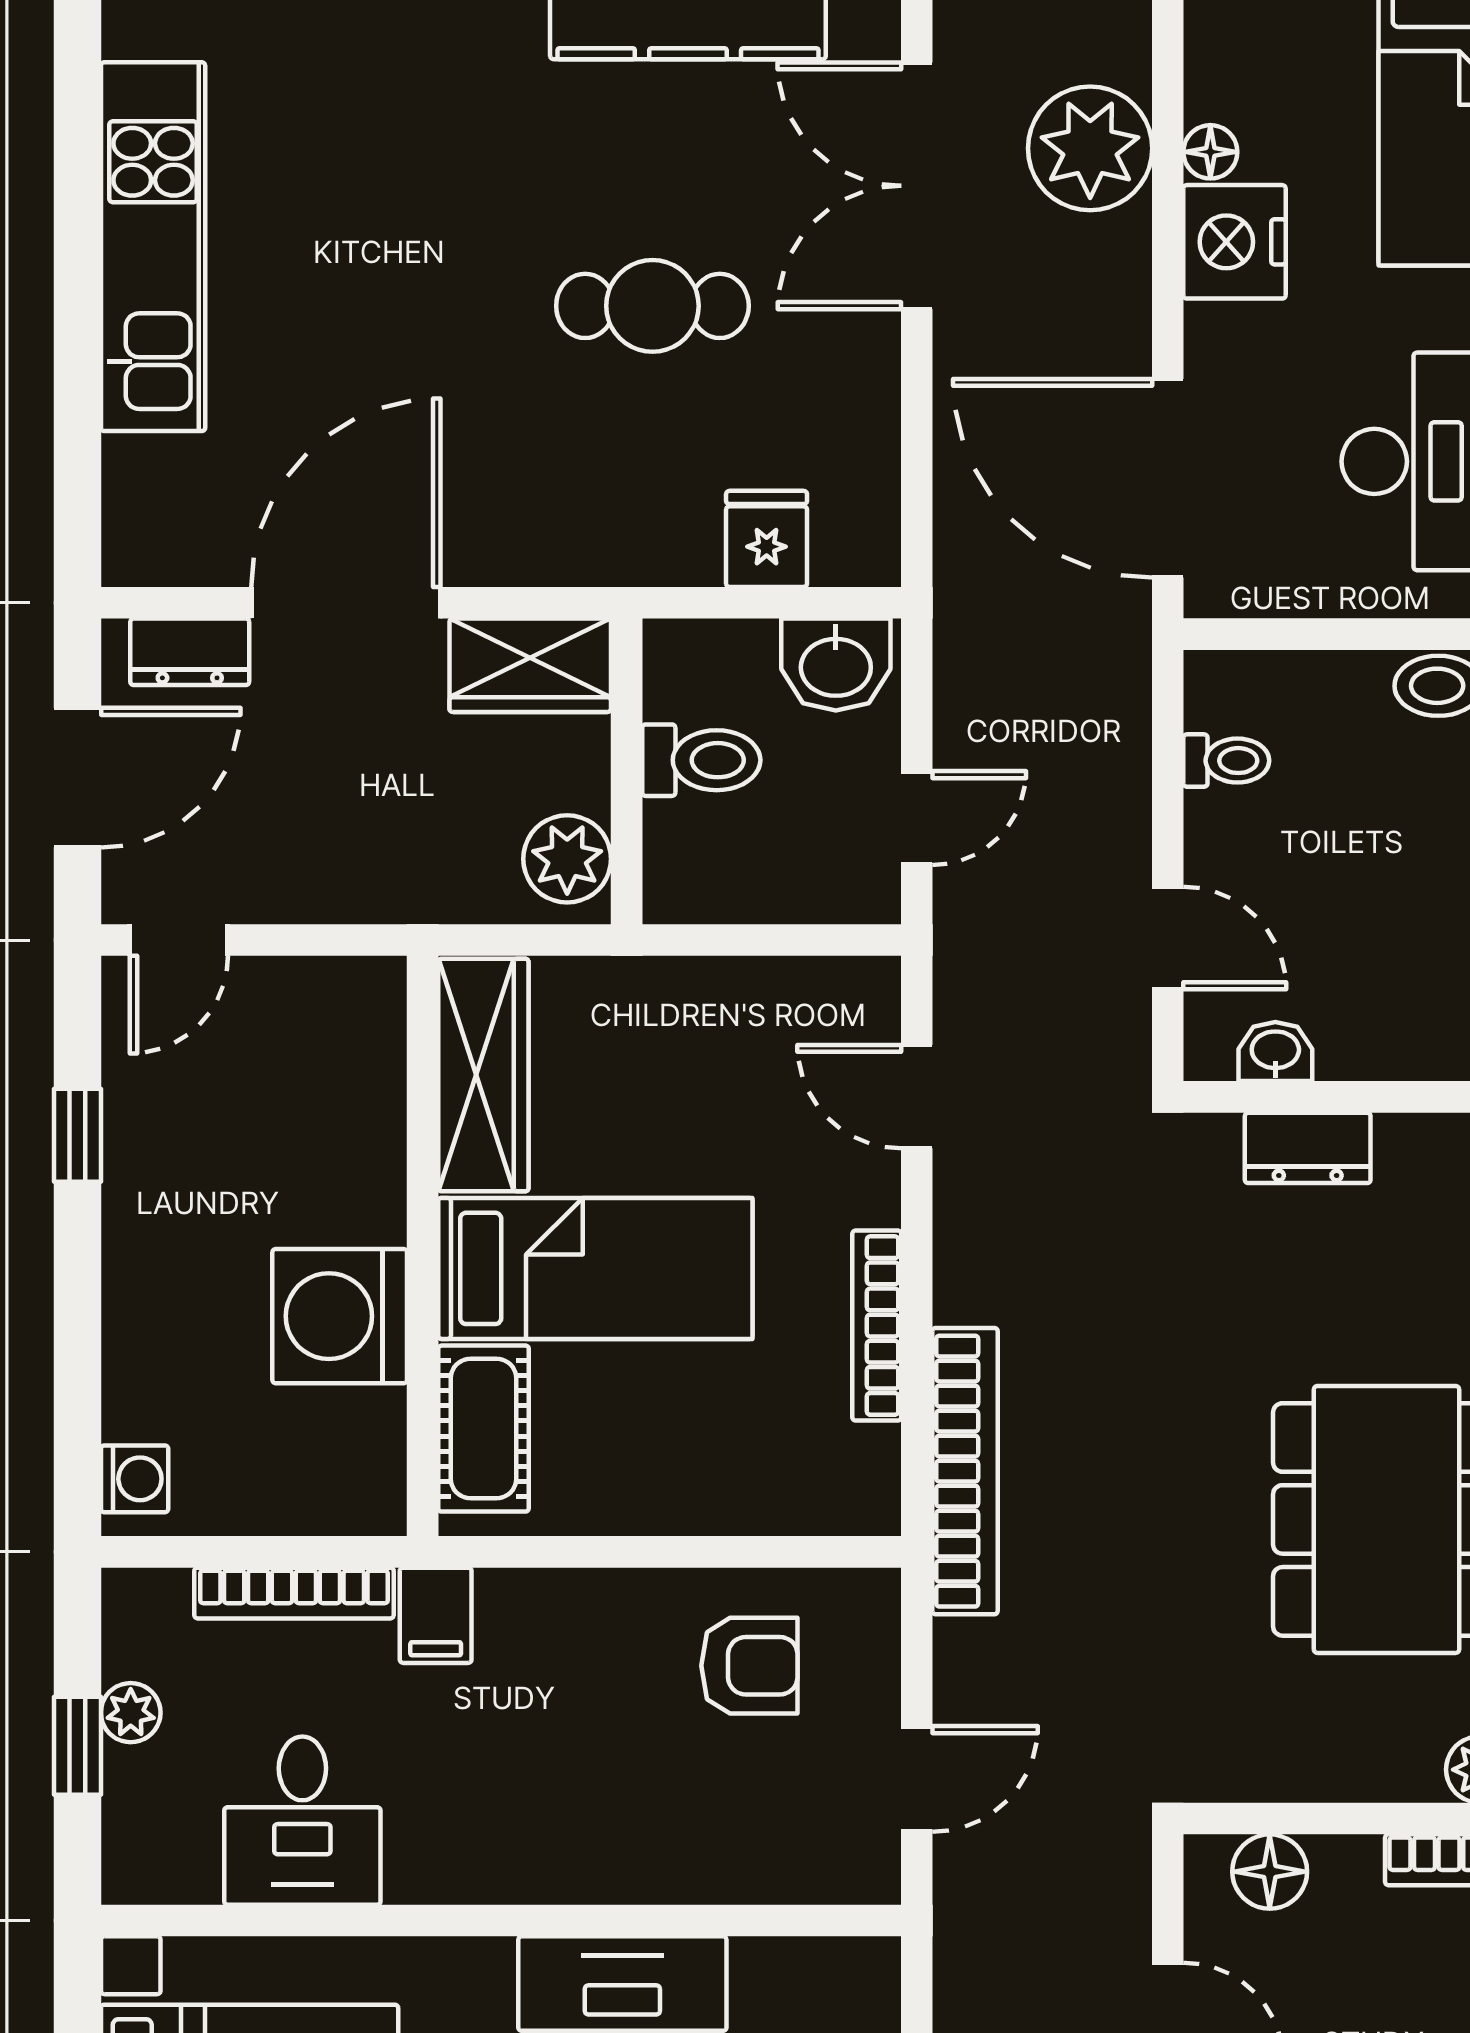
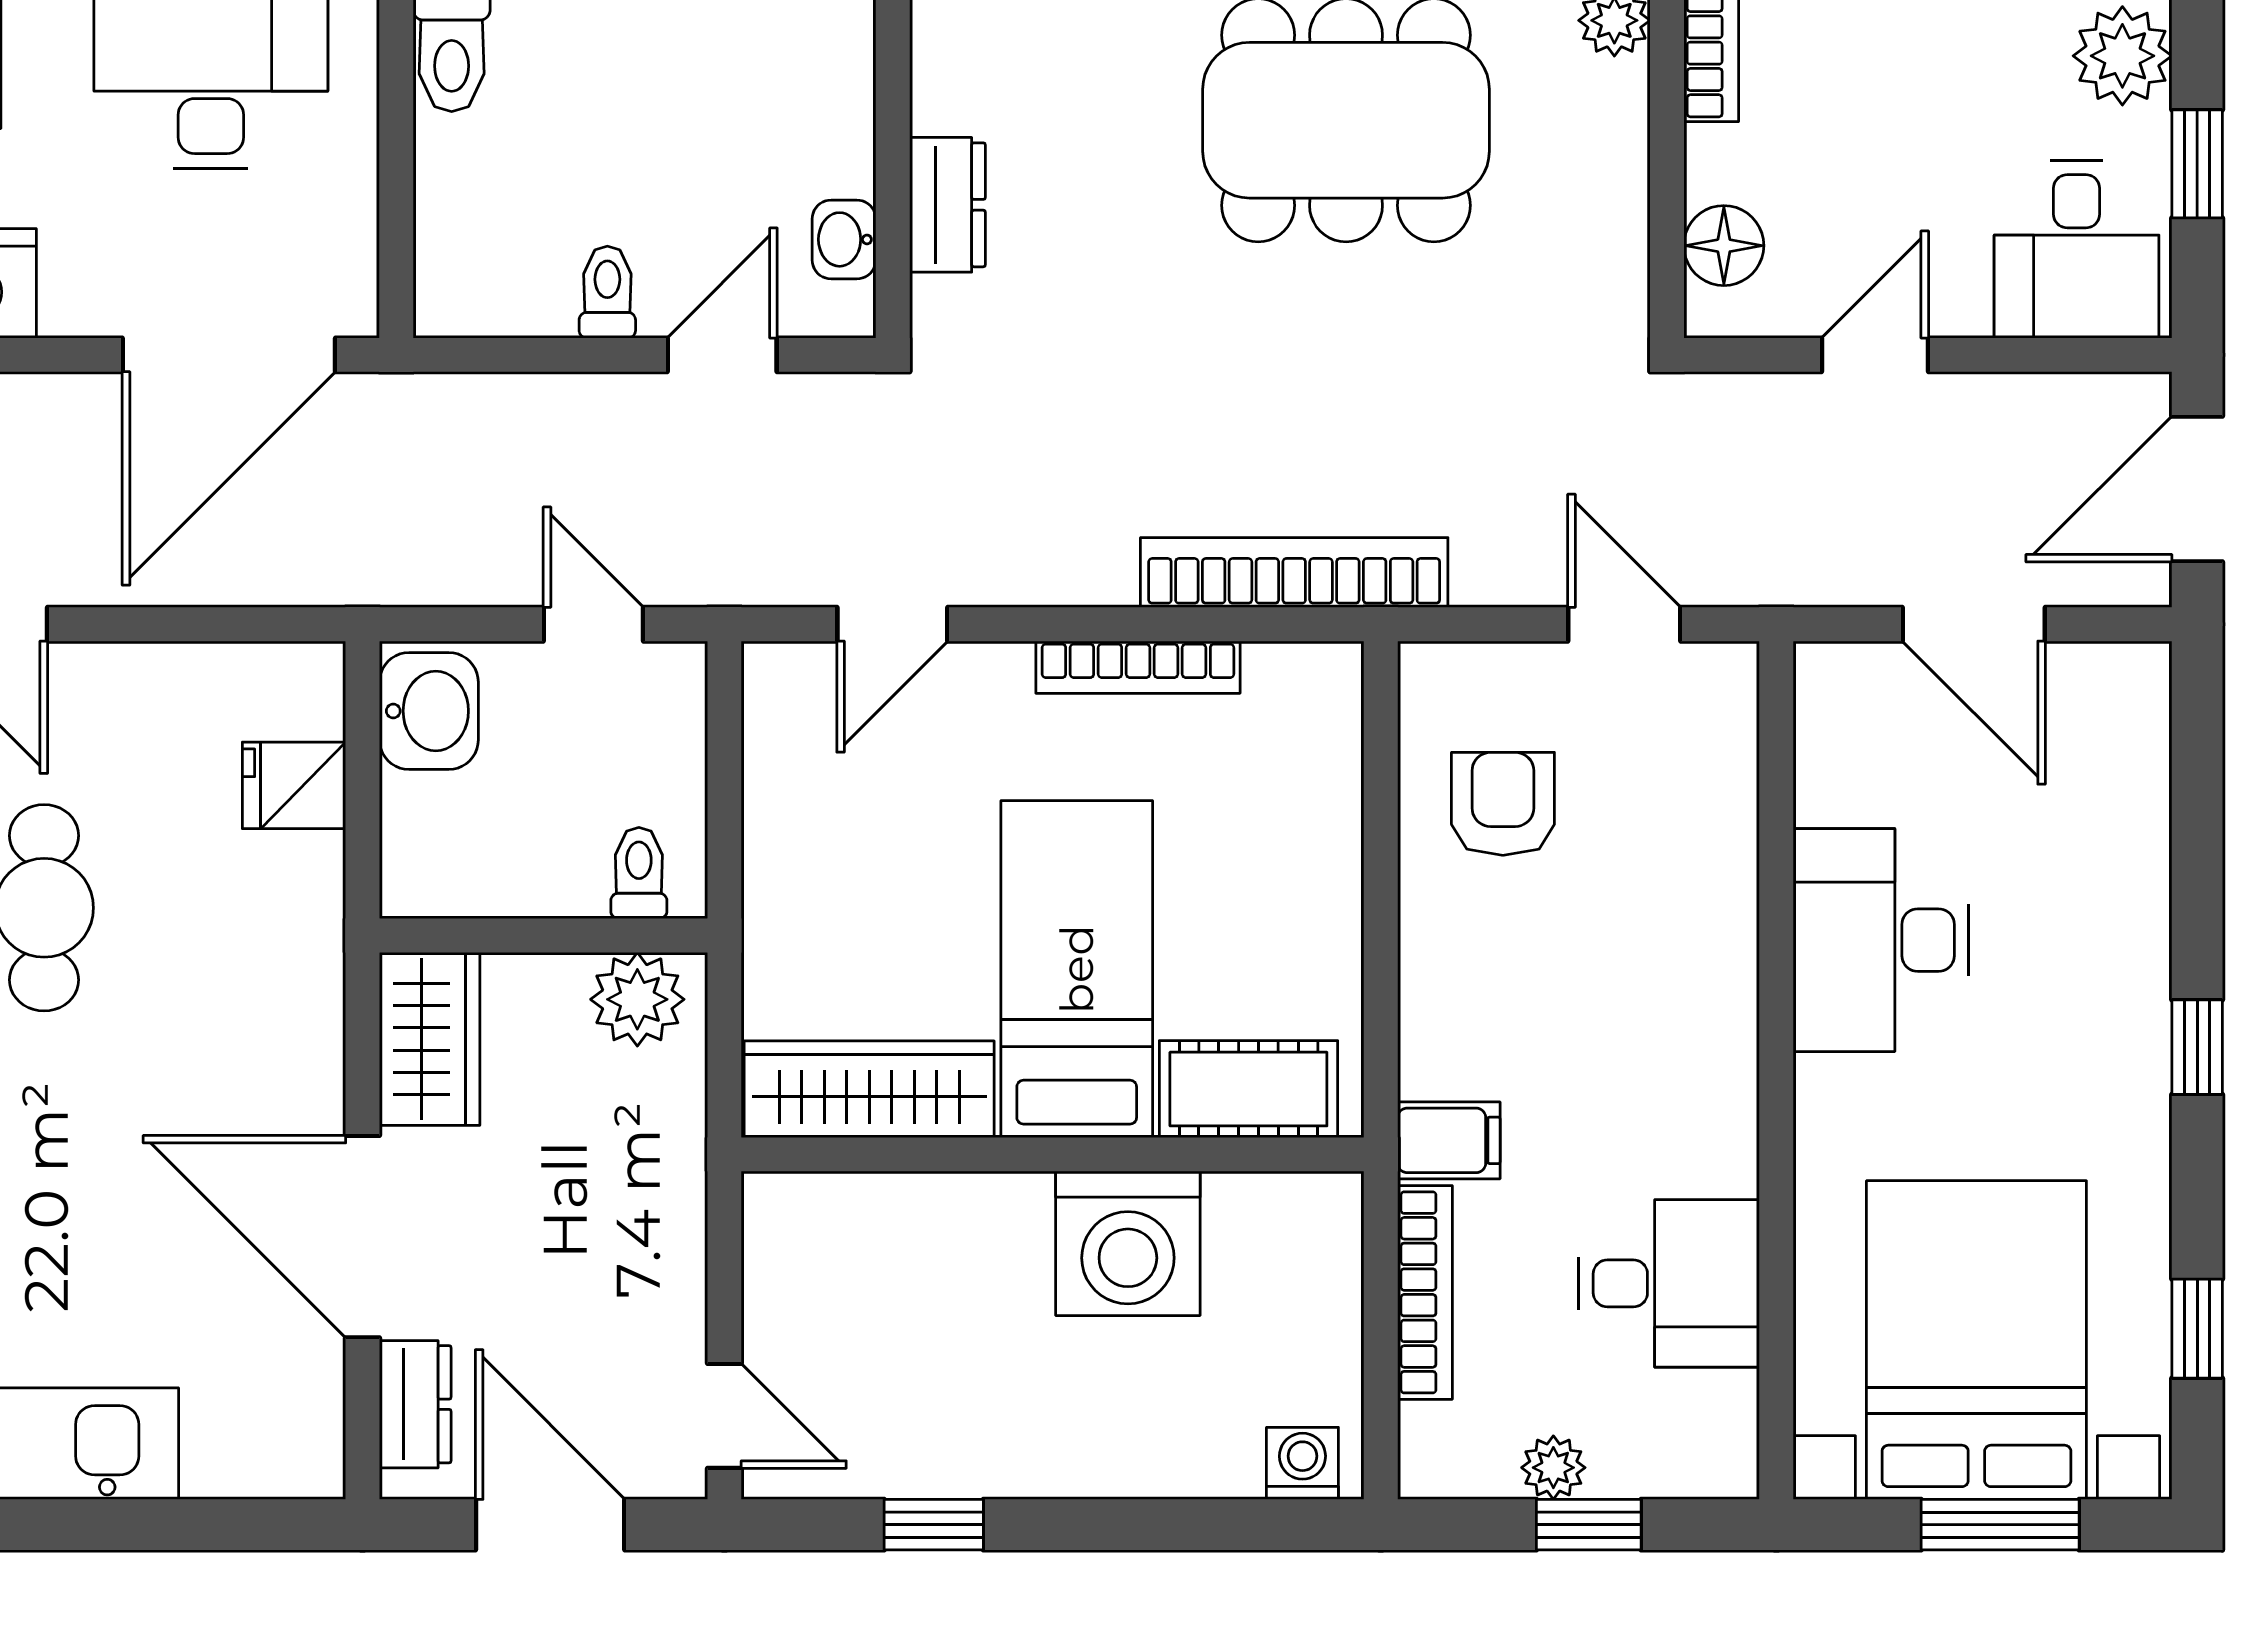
toilet: (701, 760) -> (639, 873), moved, width x0.73, depth x0.72
toilet: (1226, 761) -> (607, 292), moved

